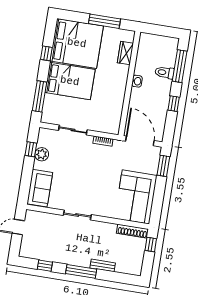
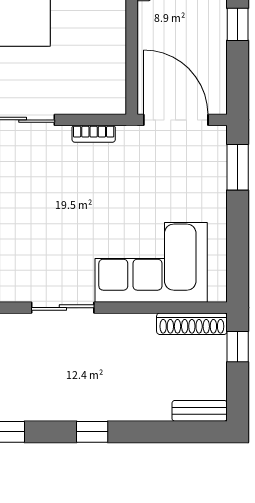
corner sofa: (136, 197) -> (151, 262), moved, turned 90
bench: (103, 265) -> (200, 411), moved
window: (81, 271) -> (92, 432), width x0.46

